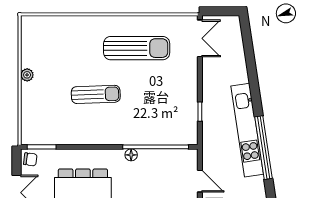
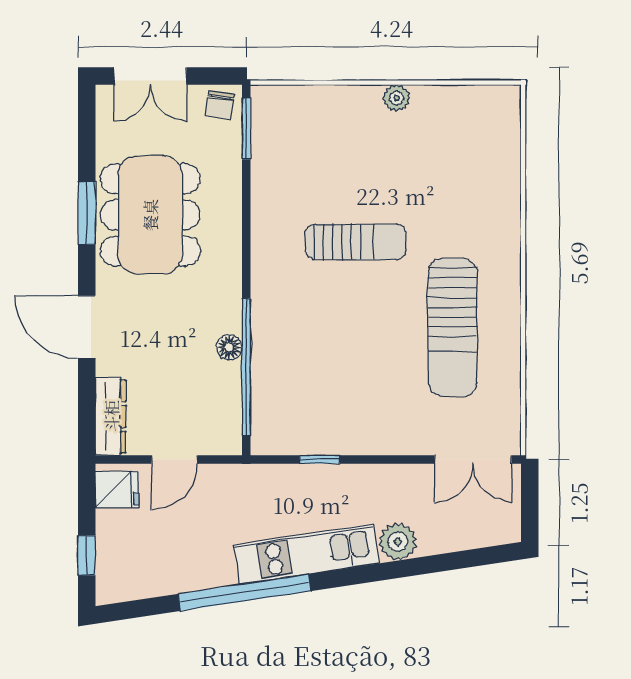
plant: (239, 74) -> (398, 542), added
sun lounger: (96, 94) -> (356, 242), turned -88
kitchen unit: (247, 130) -> (306, 554), width x0.73
floor lamp: (131, 155) -> (229, 347), moved

